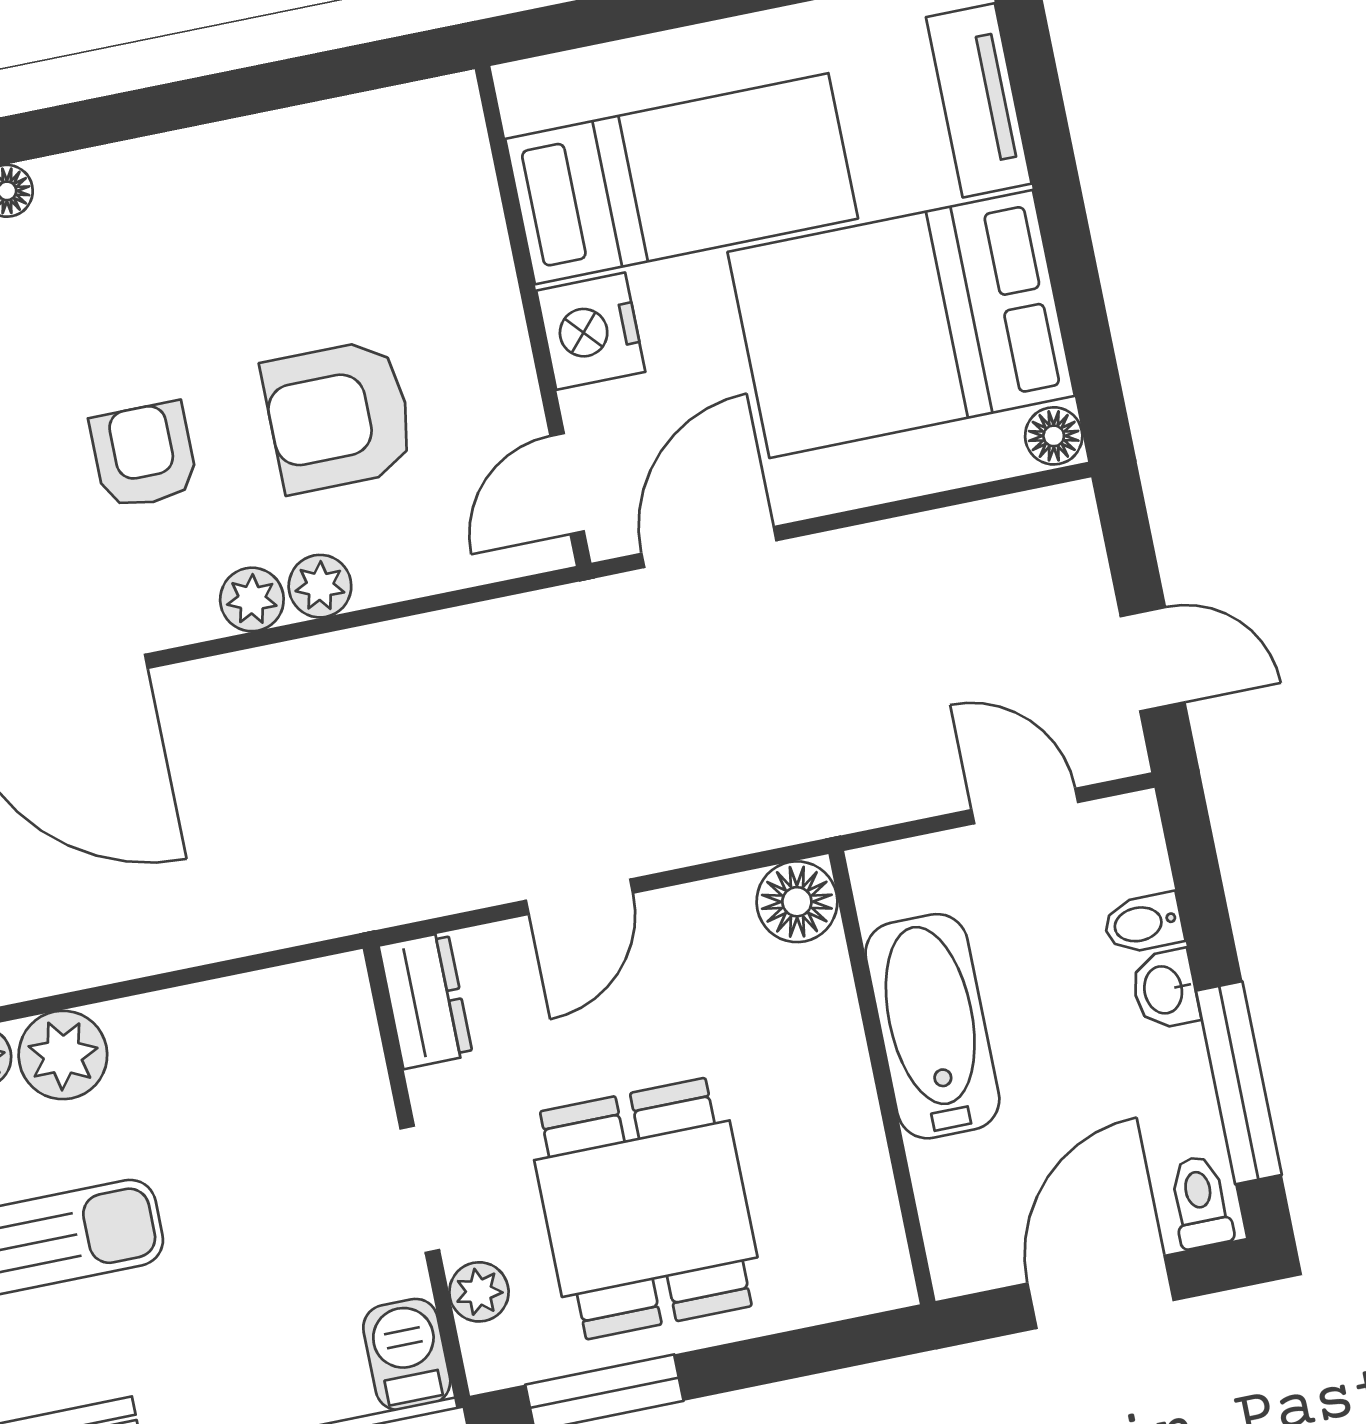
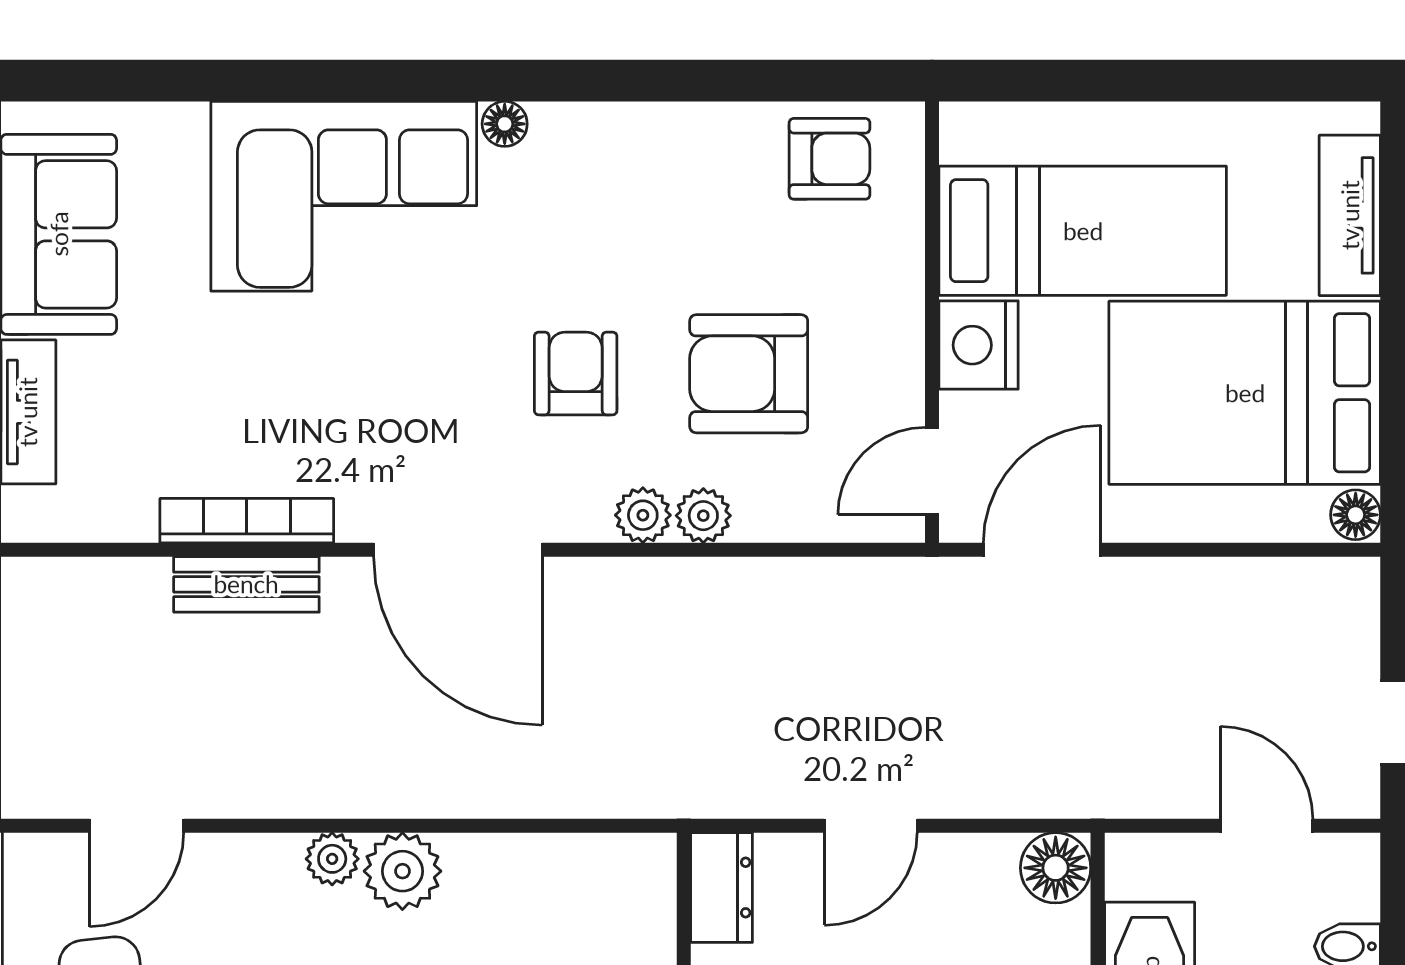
armchair: (380, 156) -> (830, 159), added

